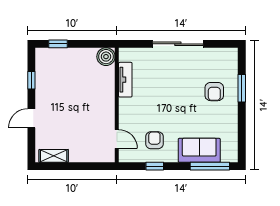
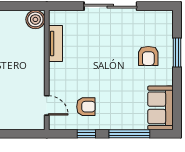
armchair: (154, 140) -> (86, 107), turned 90
sofa: (199, 150) -> (160, 108), moved, turned -90
window: (210, 166) -> (129, 134), moved

